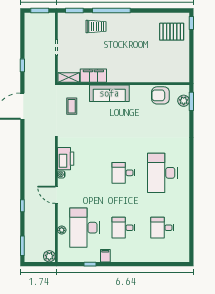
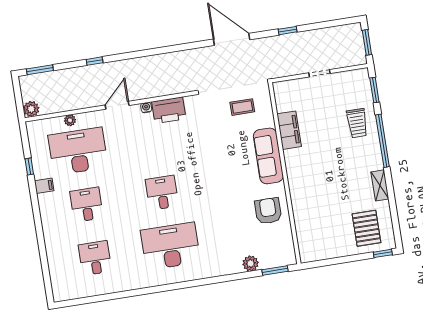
shelving: (69, 78) -> (380, 185), moved
armchair: (160, 95) -> (268, 211), moved
plant: (184, 101) -> (251, 263), moved

